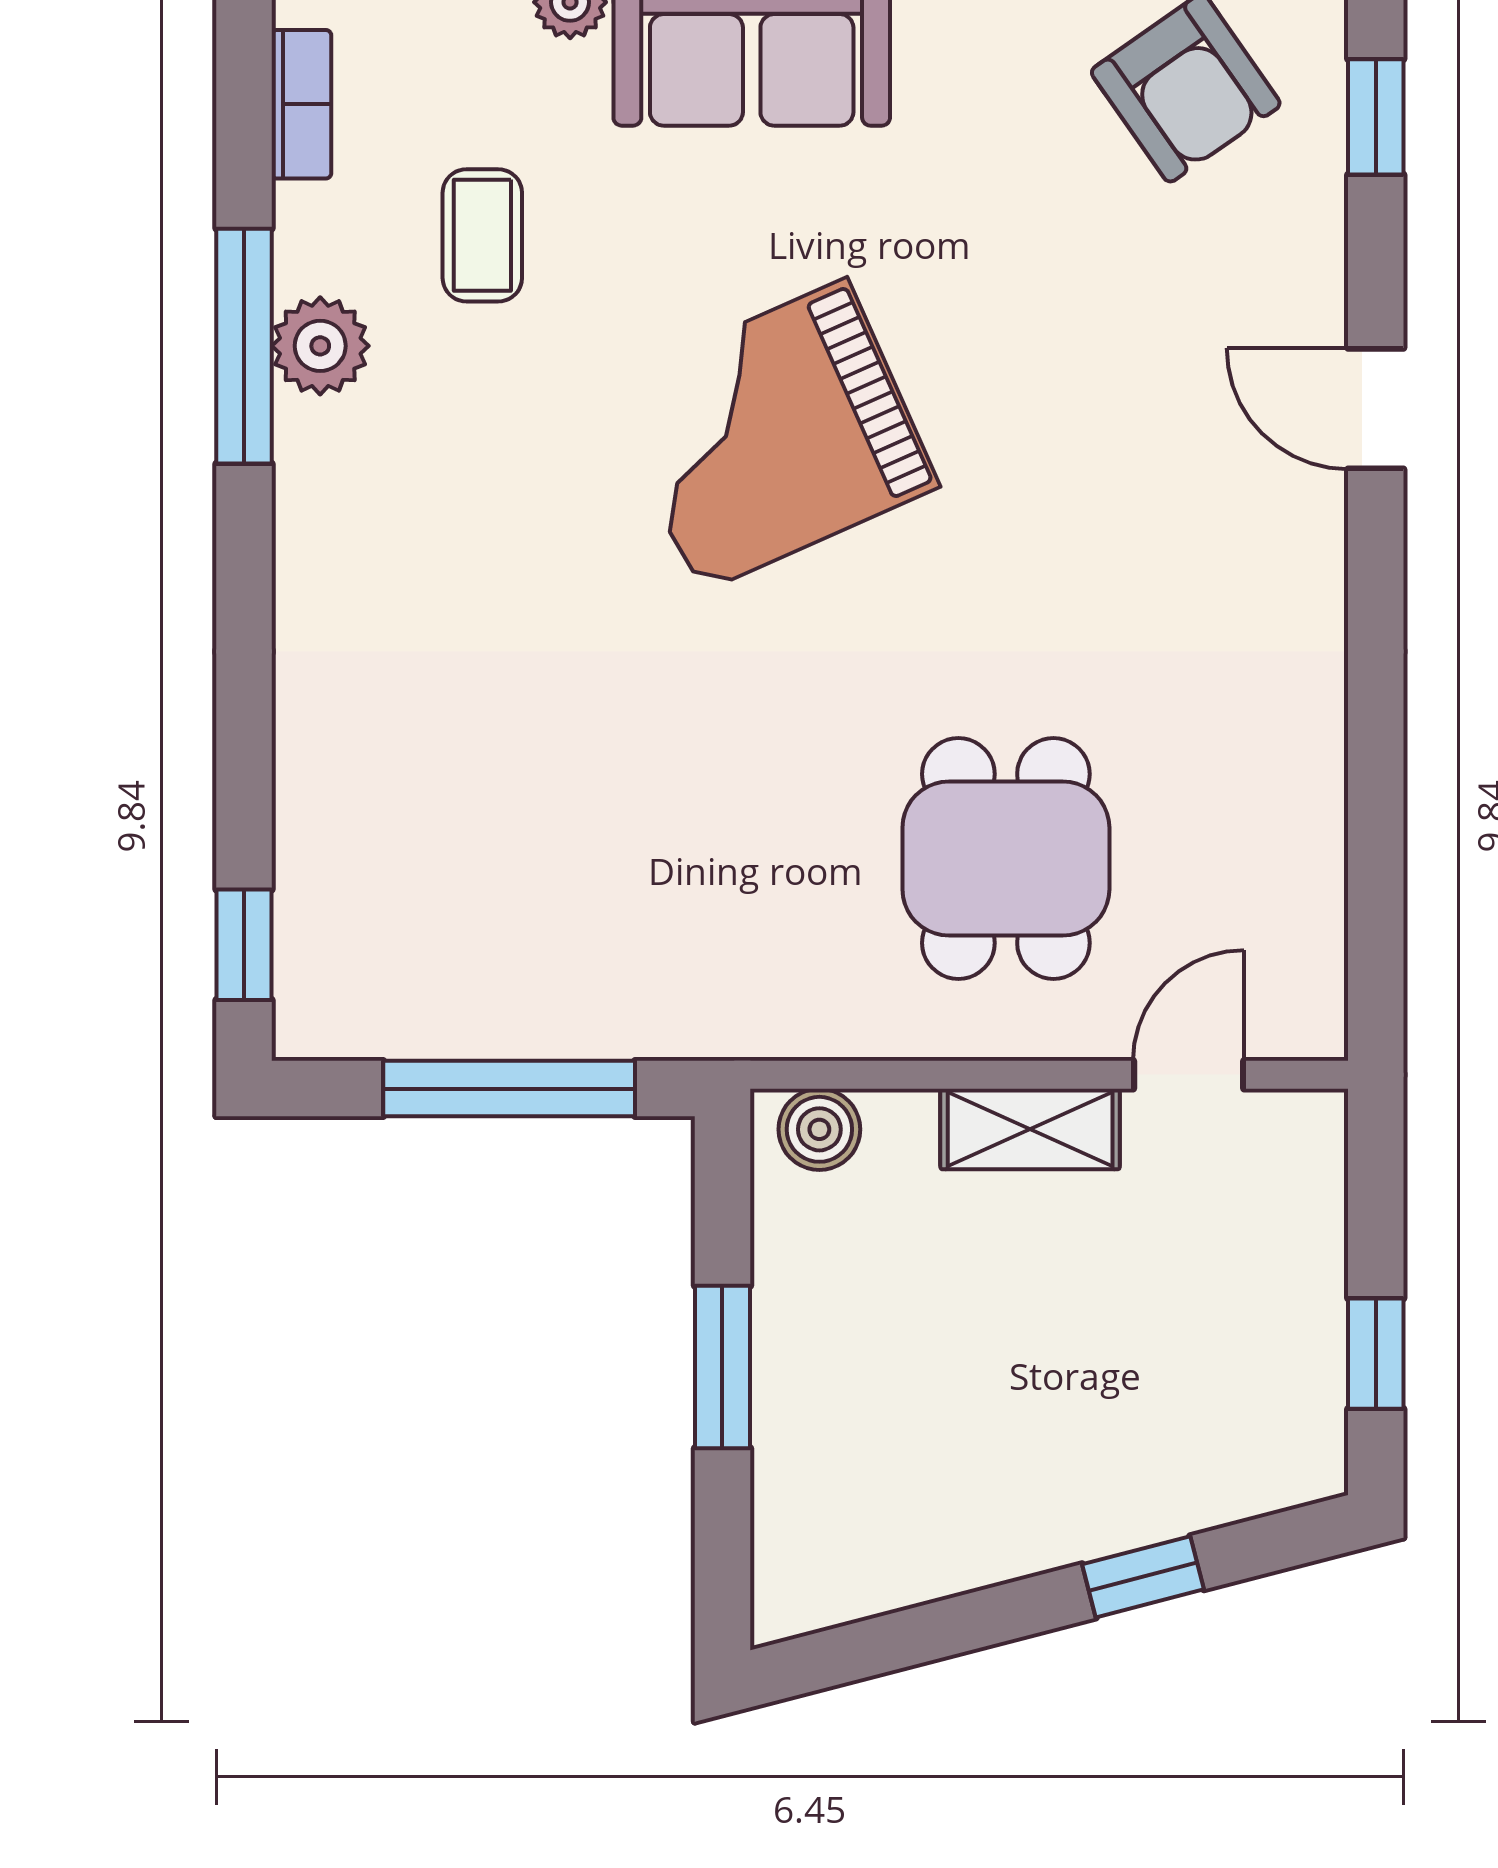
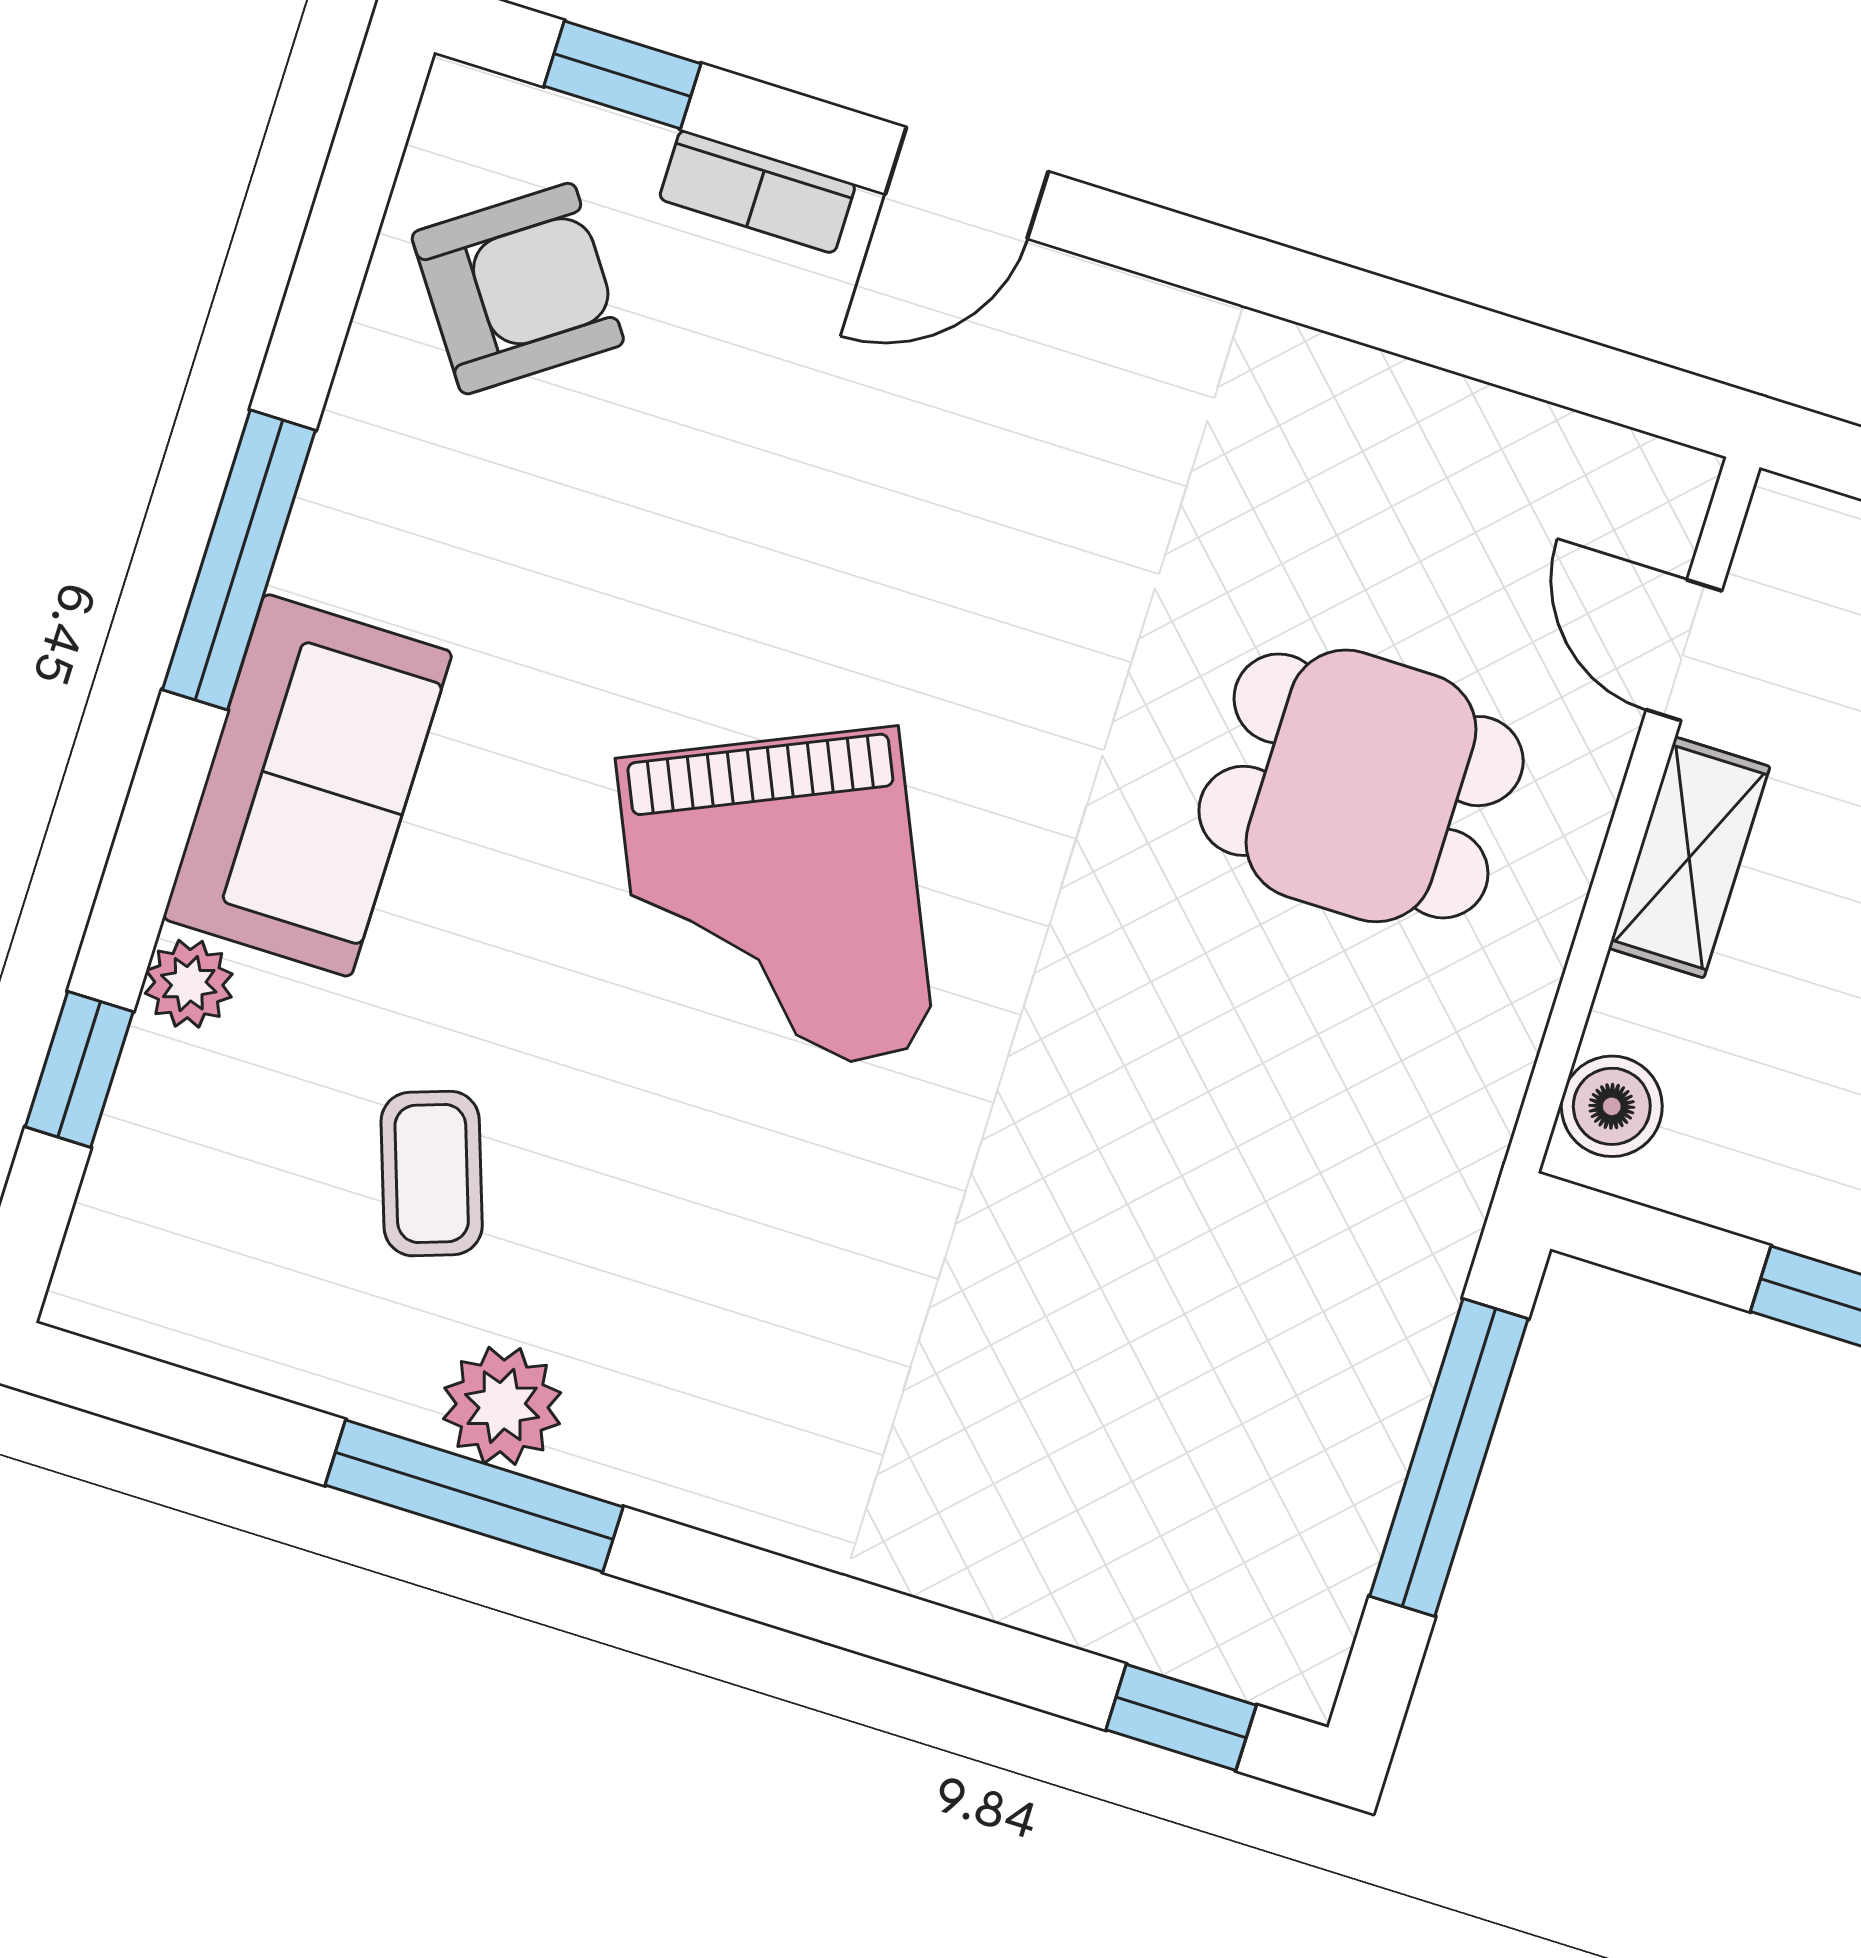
bookcase: (301, 104) -> (757, 192), moved, turned 180
coffee table: (482, 235) -> (432, 1174), turned 71

